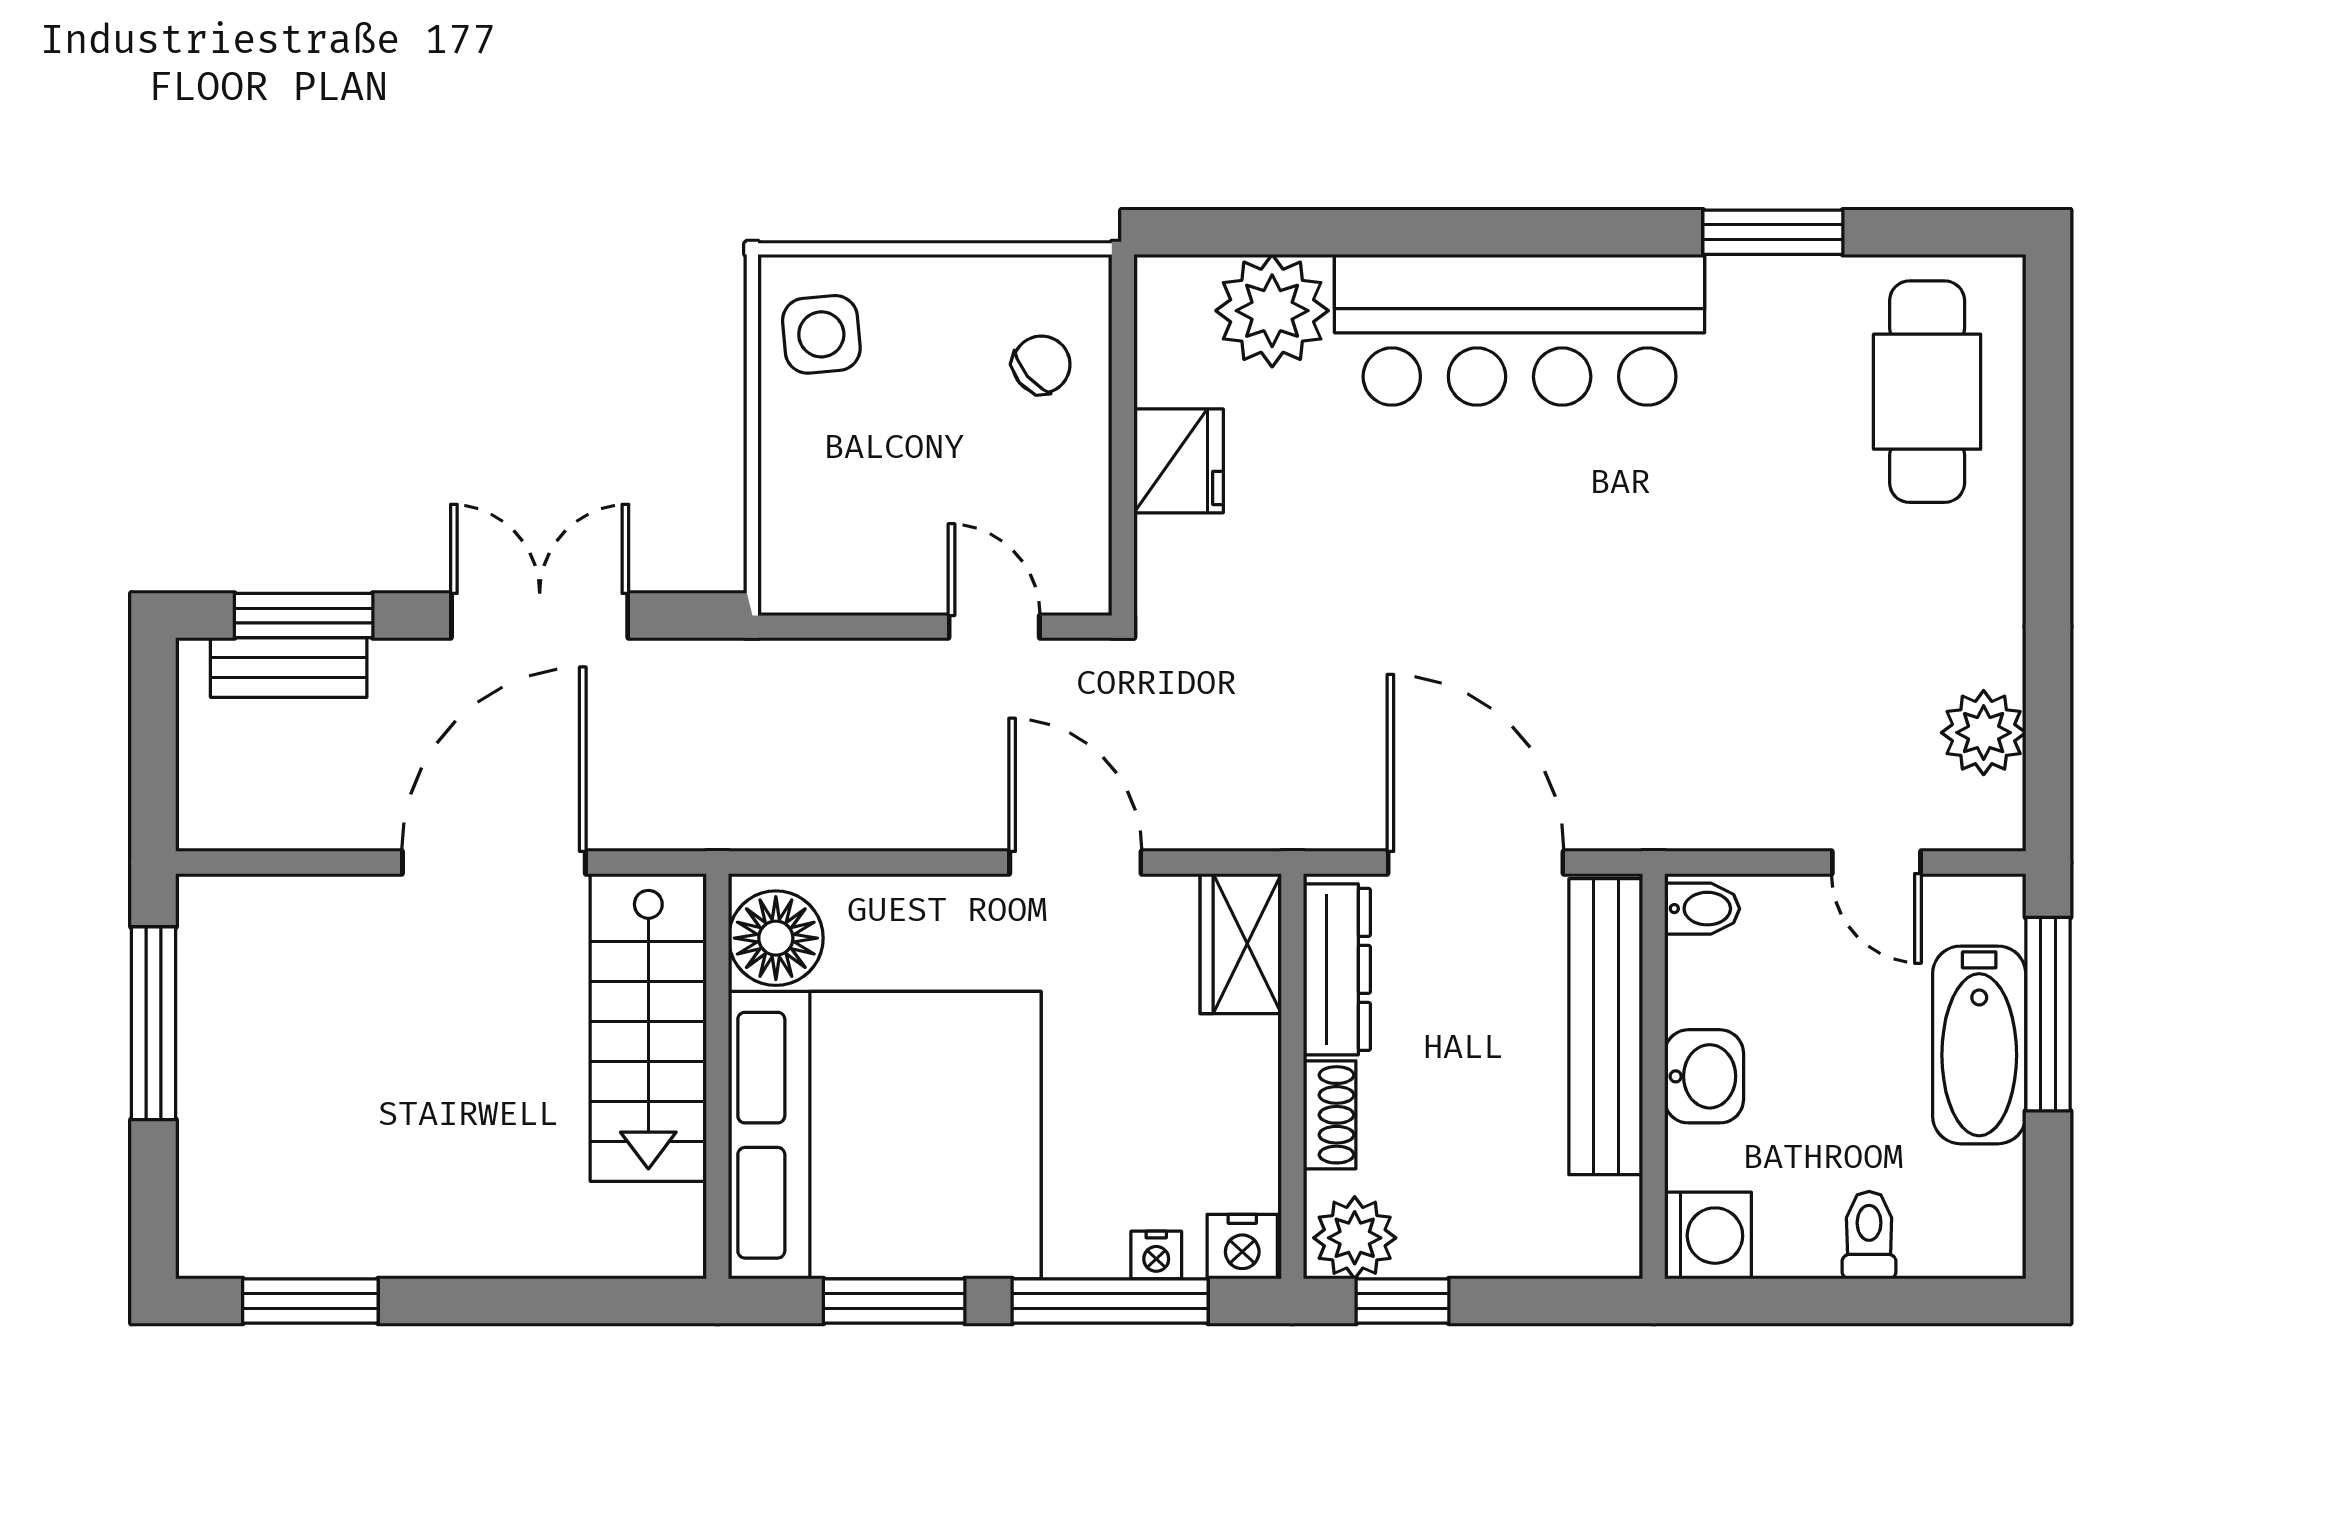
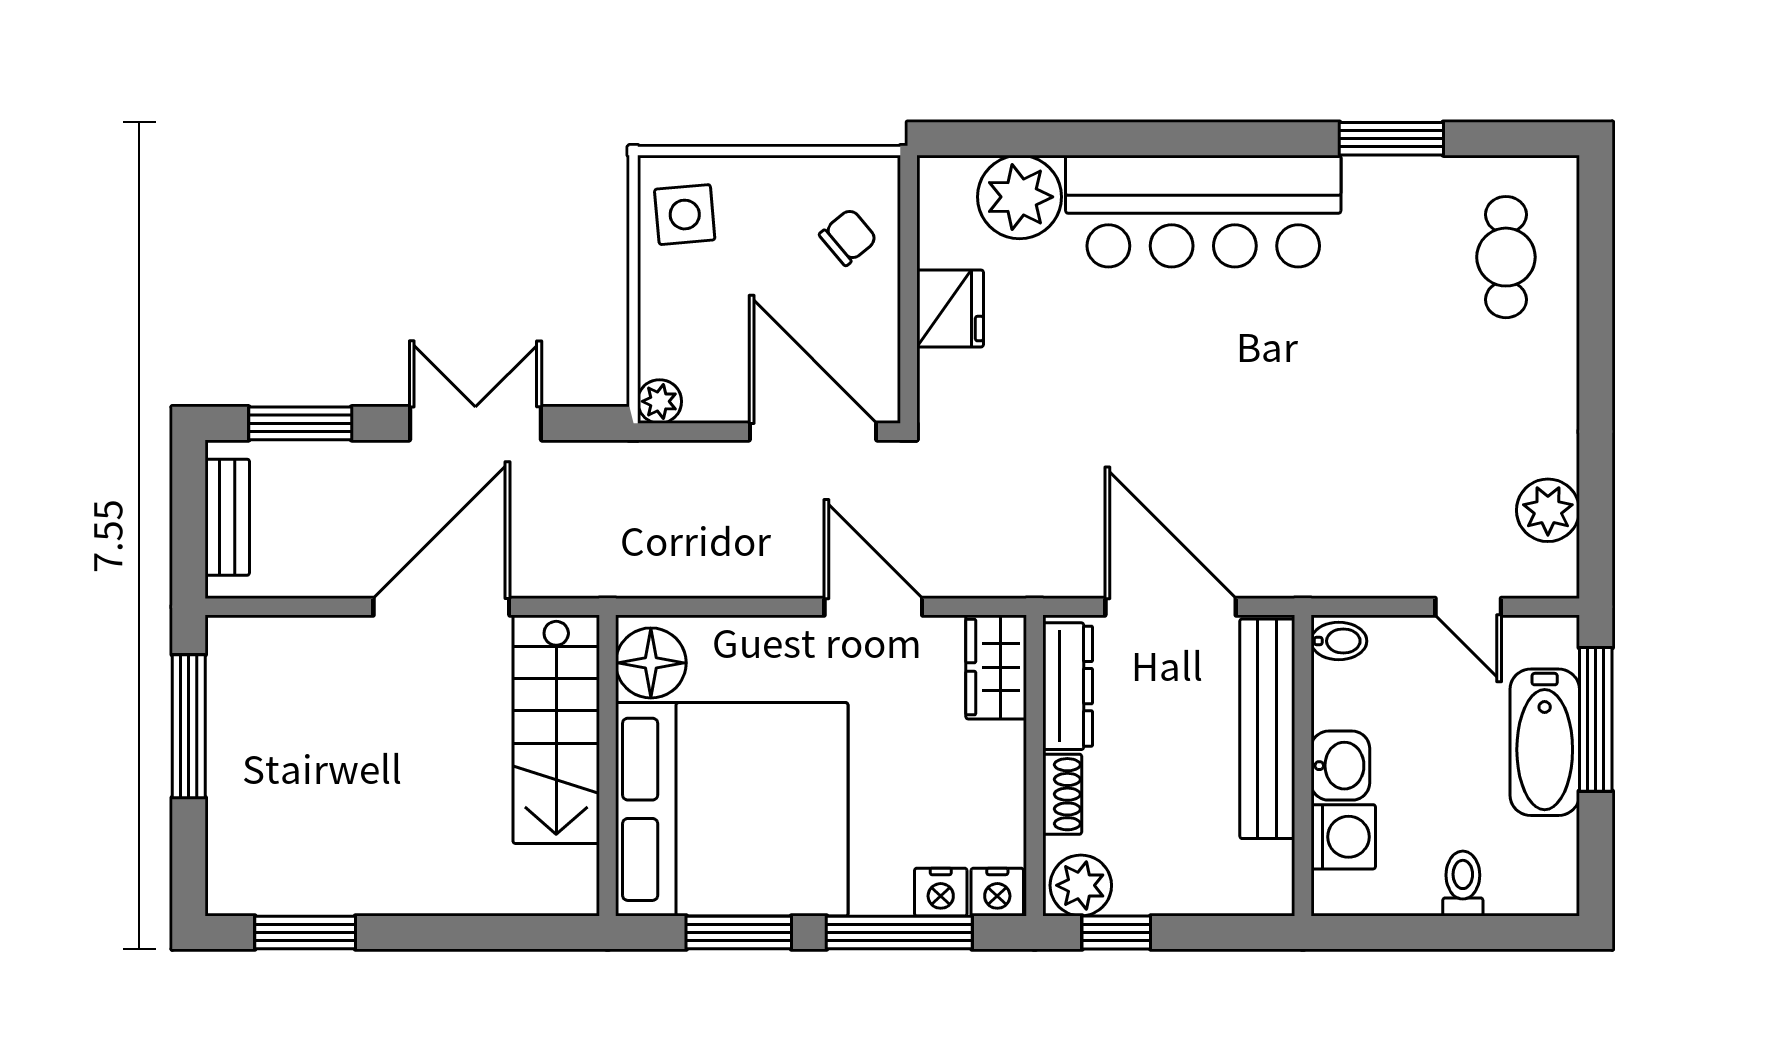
cafe table: (1927, 392) -> (1506, 257), width x0.73, depth x0.74
plant: (787, 586) -> (660, 401), added
door: (994, 627) -> (813, 432), width x1.87
bench: (289, 668) -> (227, 517), moved, turned 90
washing machine: (1708, 1236) -> (1343, 837), moved
nightstand: (1156, 1255) -> (941, 892), width x1.39, depth x1.35

